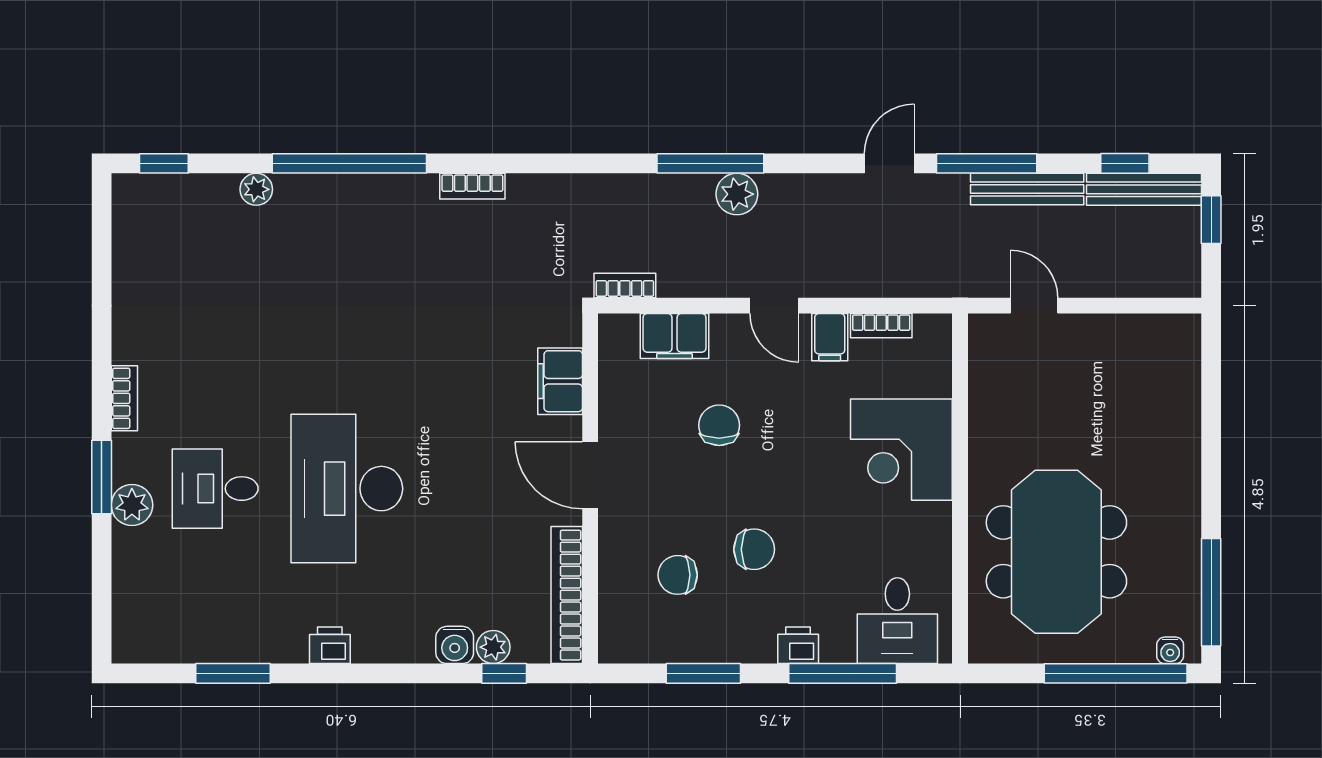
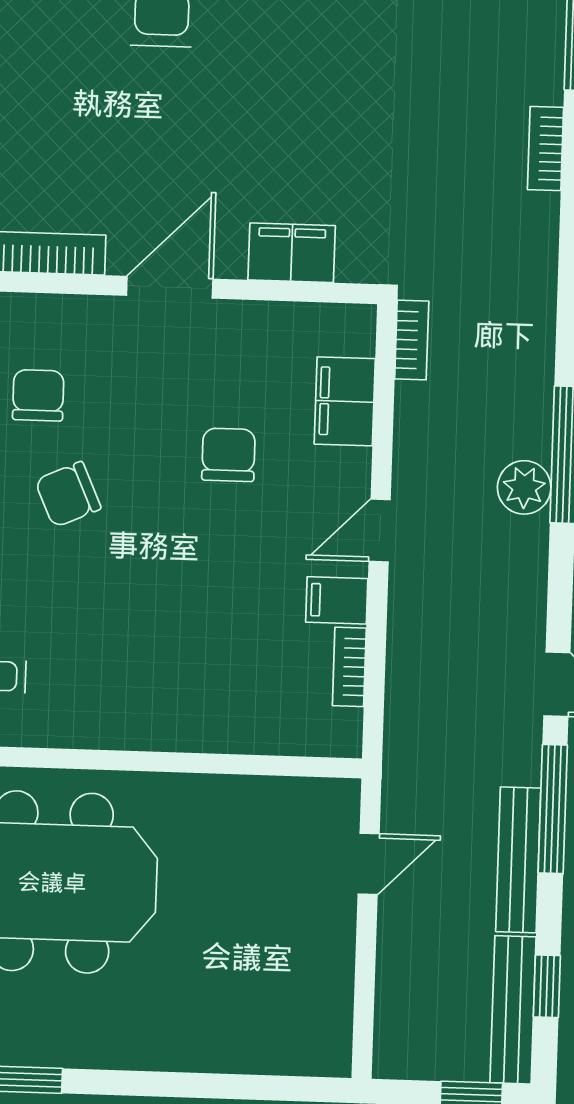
chair: (719, 425) -> (228, 455), turned -90
corner desk: (901, 450) -> (190, 688), removed
chair: (754, 549) -> (68, 494), turned 66

